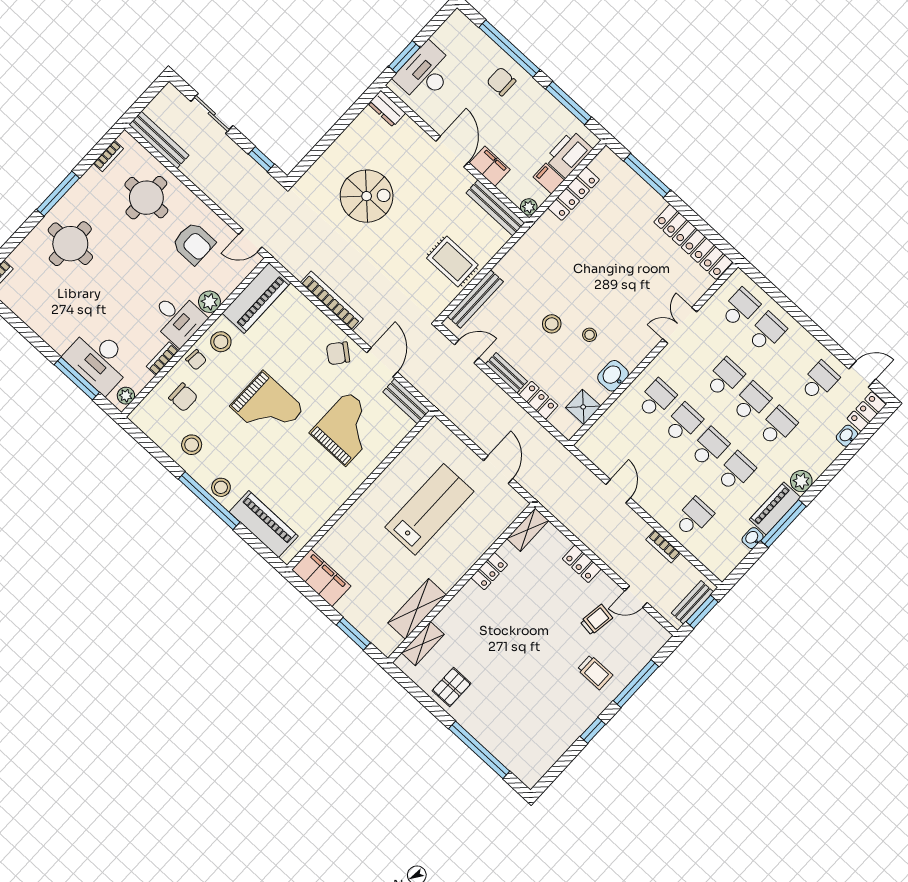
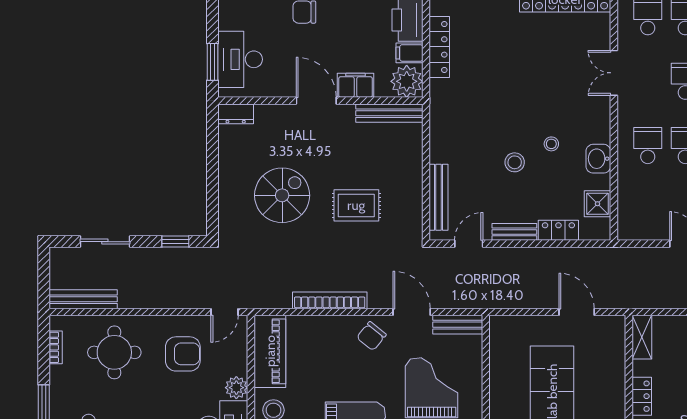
plant: (529, 207) -> (407, 81), width x1.88, depth x1.88
rug: (452, 262) -> (356, 205), moved

